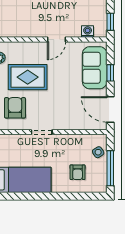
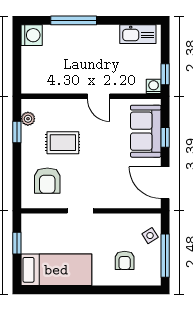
washing machine: (88, 32) -> (154, 86), moved
door: (57, 40) -> (99, 96), hinge flipped
rug: (28, 77) -> (63, 143), width x0.73, depth x0.70
armchair: (15, 108) -> (47, 181), turned 180

